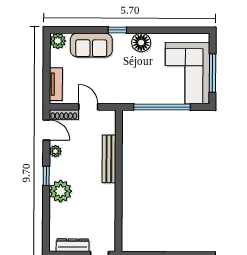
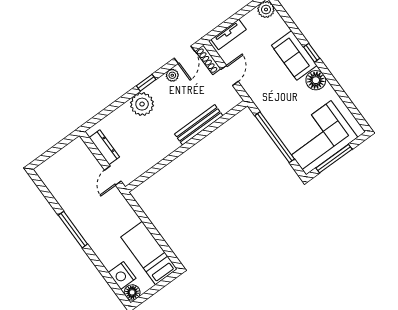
sofa: (91, 45) -> (294, 55), moved

